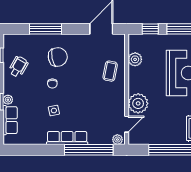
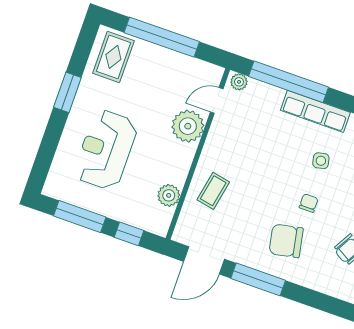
window: (46, 29) -> (258, 279), moved

